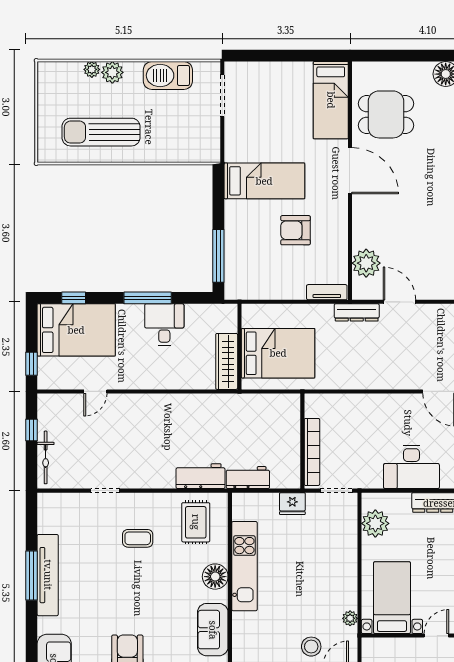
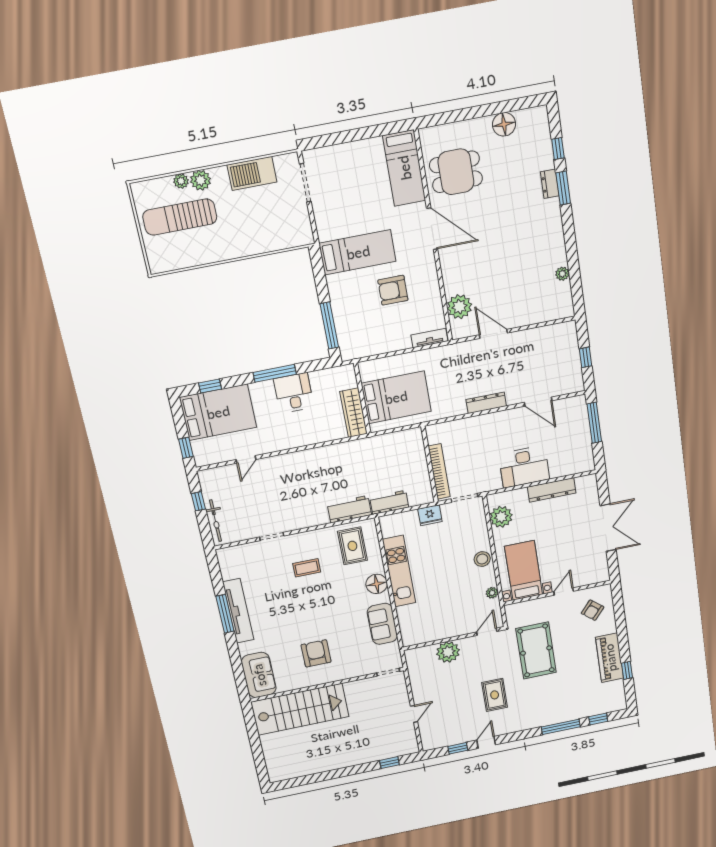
sun lounger: (101, 132) -> (180, 217), moved
dresser: (357, 312) -> (486, 403), moved, turned 180
stool: (311, 647) -> (482, 559), moved

